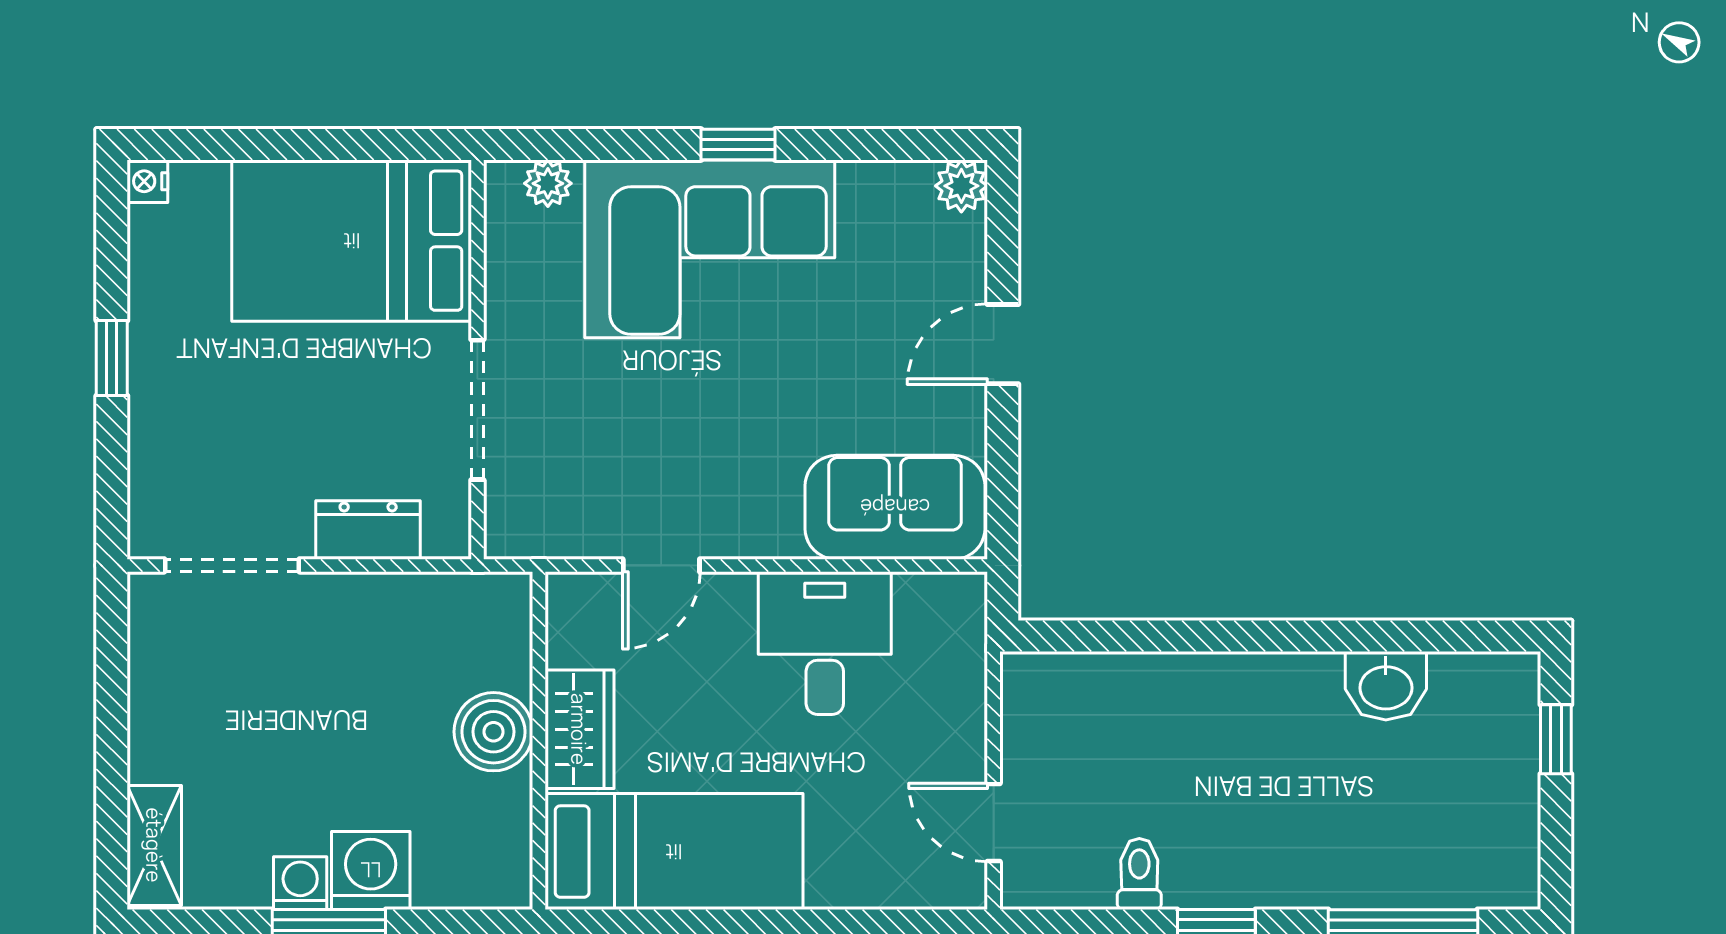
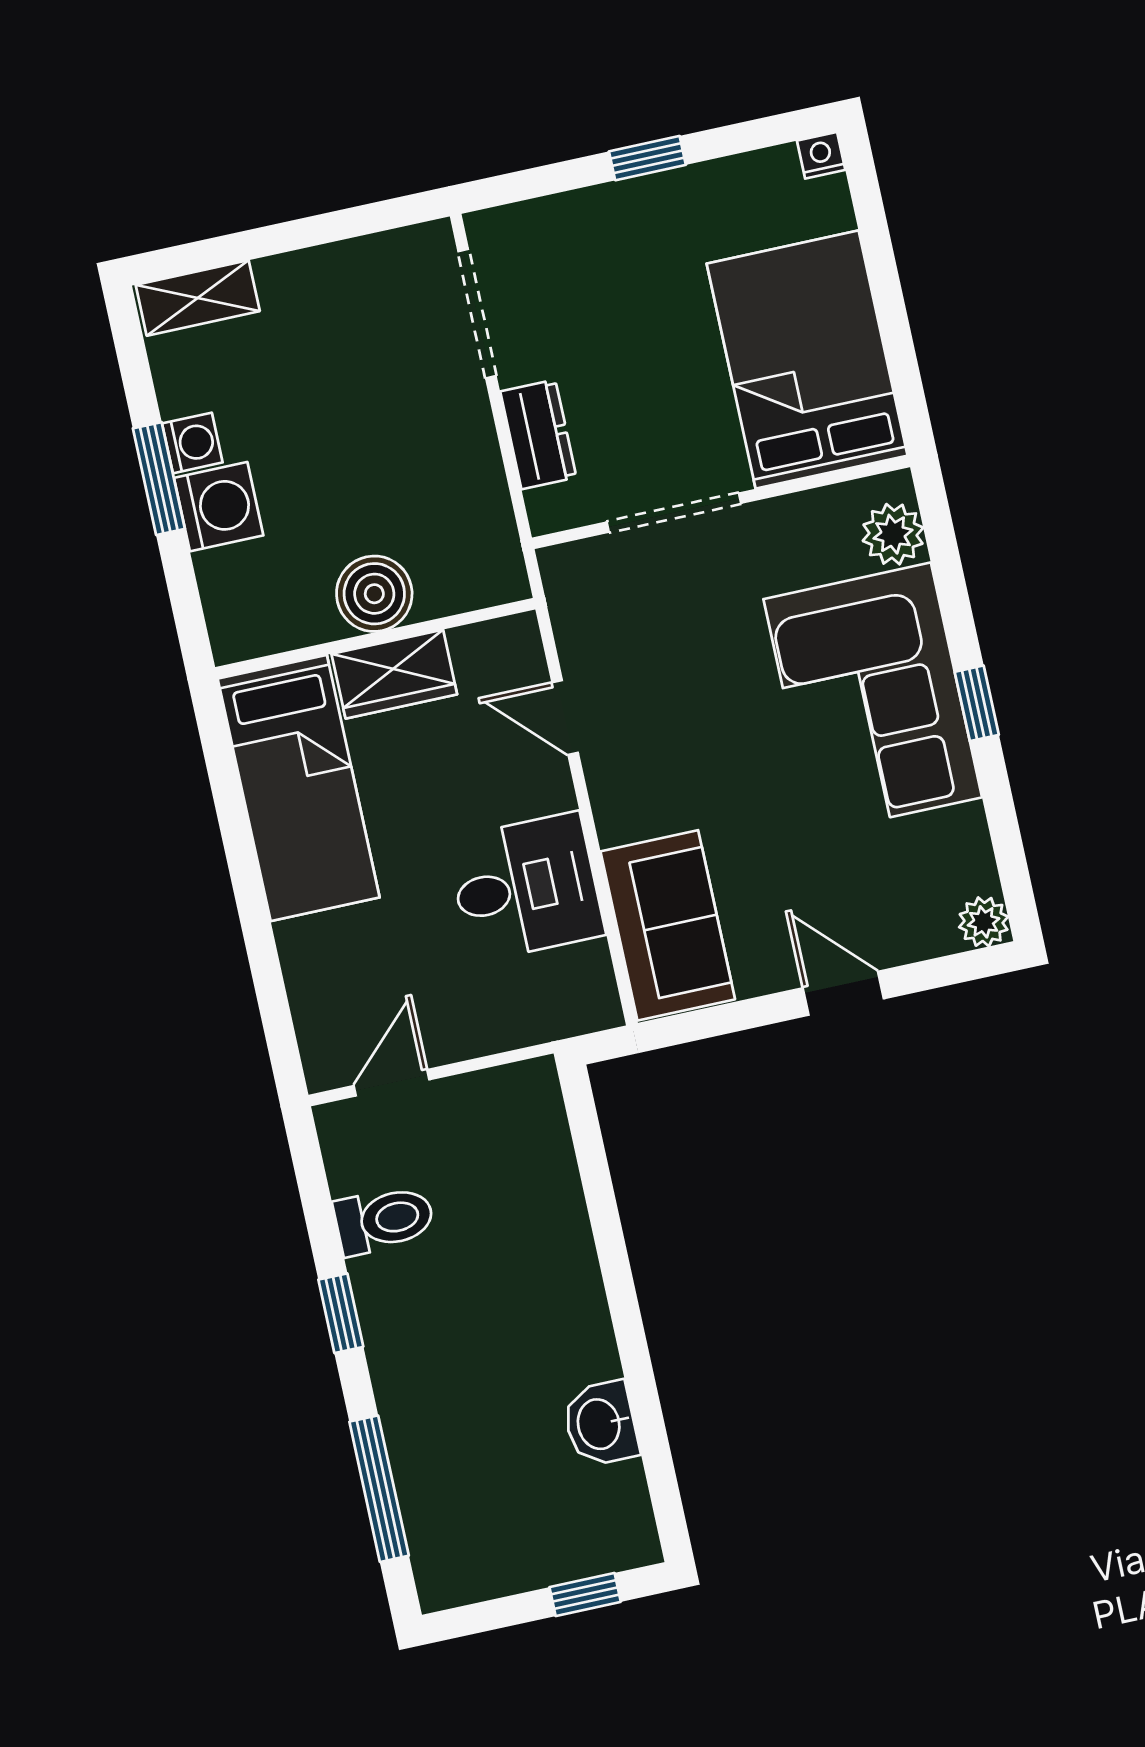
plant: (548, 183) -> (893, 534), width x1.38, depth x1.38
toilet: (1139, 874) -> (384, 1220), width x1.37, depth x1.39

